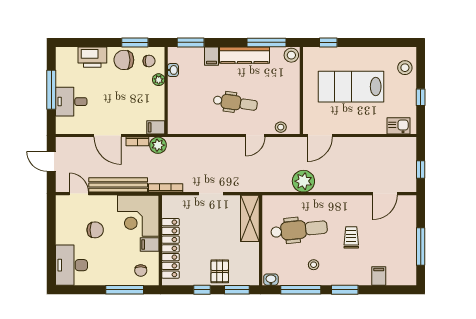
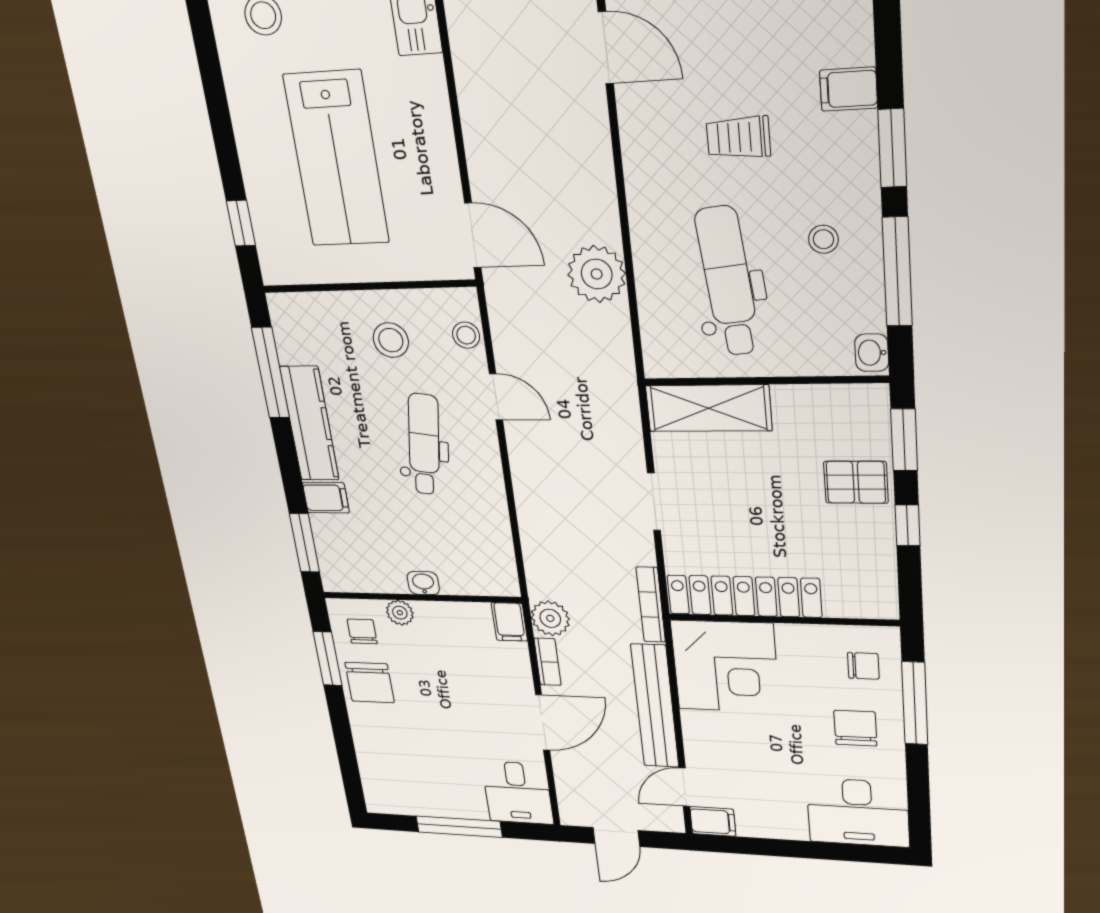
stool: (291, 55) -> (391, 340), moved
printer: (92, 57) -> (375, 744), removed
washbasin: (173, 70) -> (423, 583), moved
desk: (71, 102) -> (518, 793), moved
chair: (95, 230) -> (855, 728), moved
filing cabinet: (150, 245) -> (713, 821), moved, turned -90
locker: (170, 248) -> (744, 596), moved
filing cabinet: (379, 276) -> (849, 89), moved

